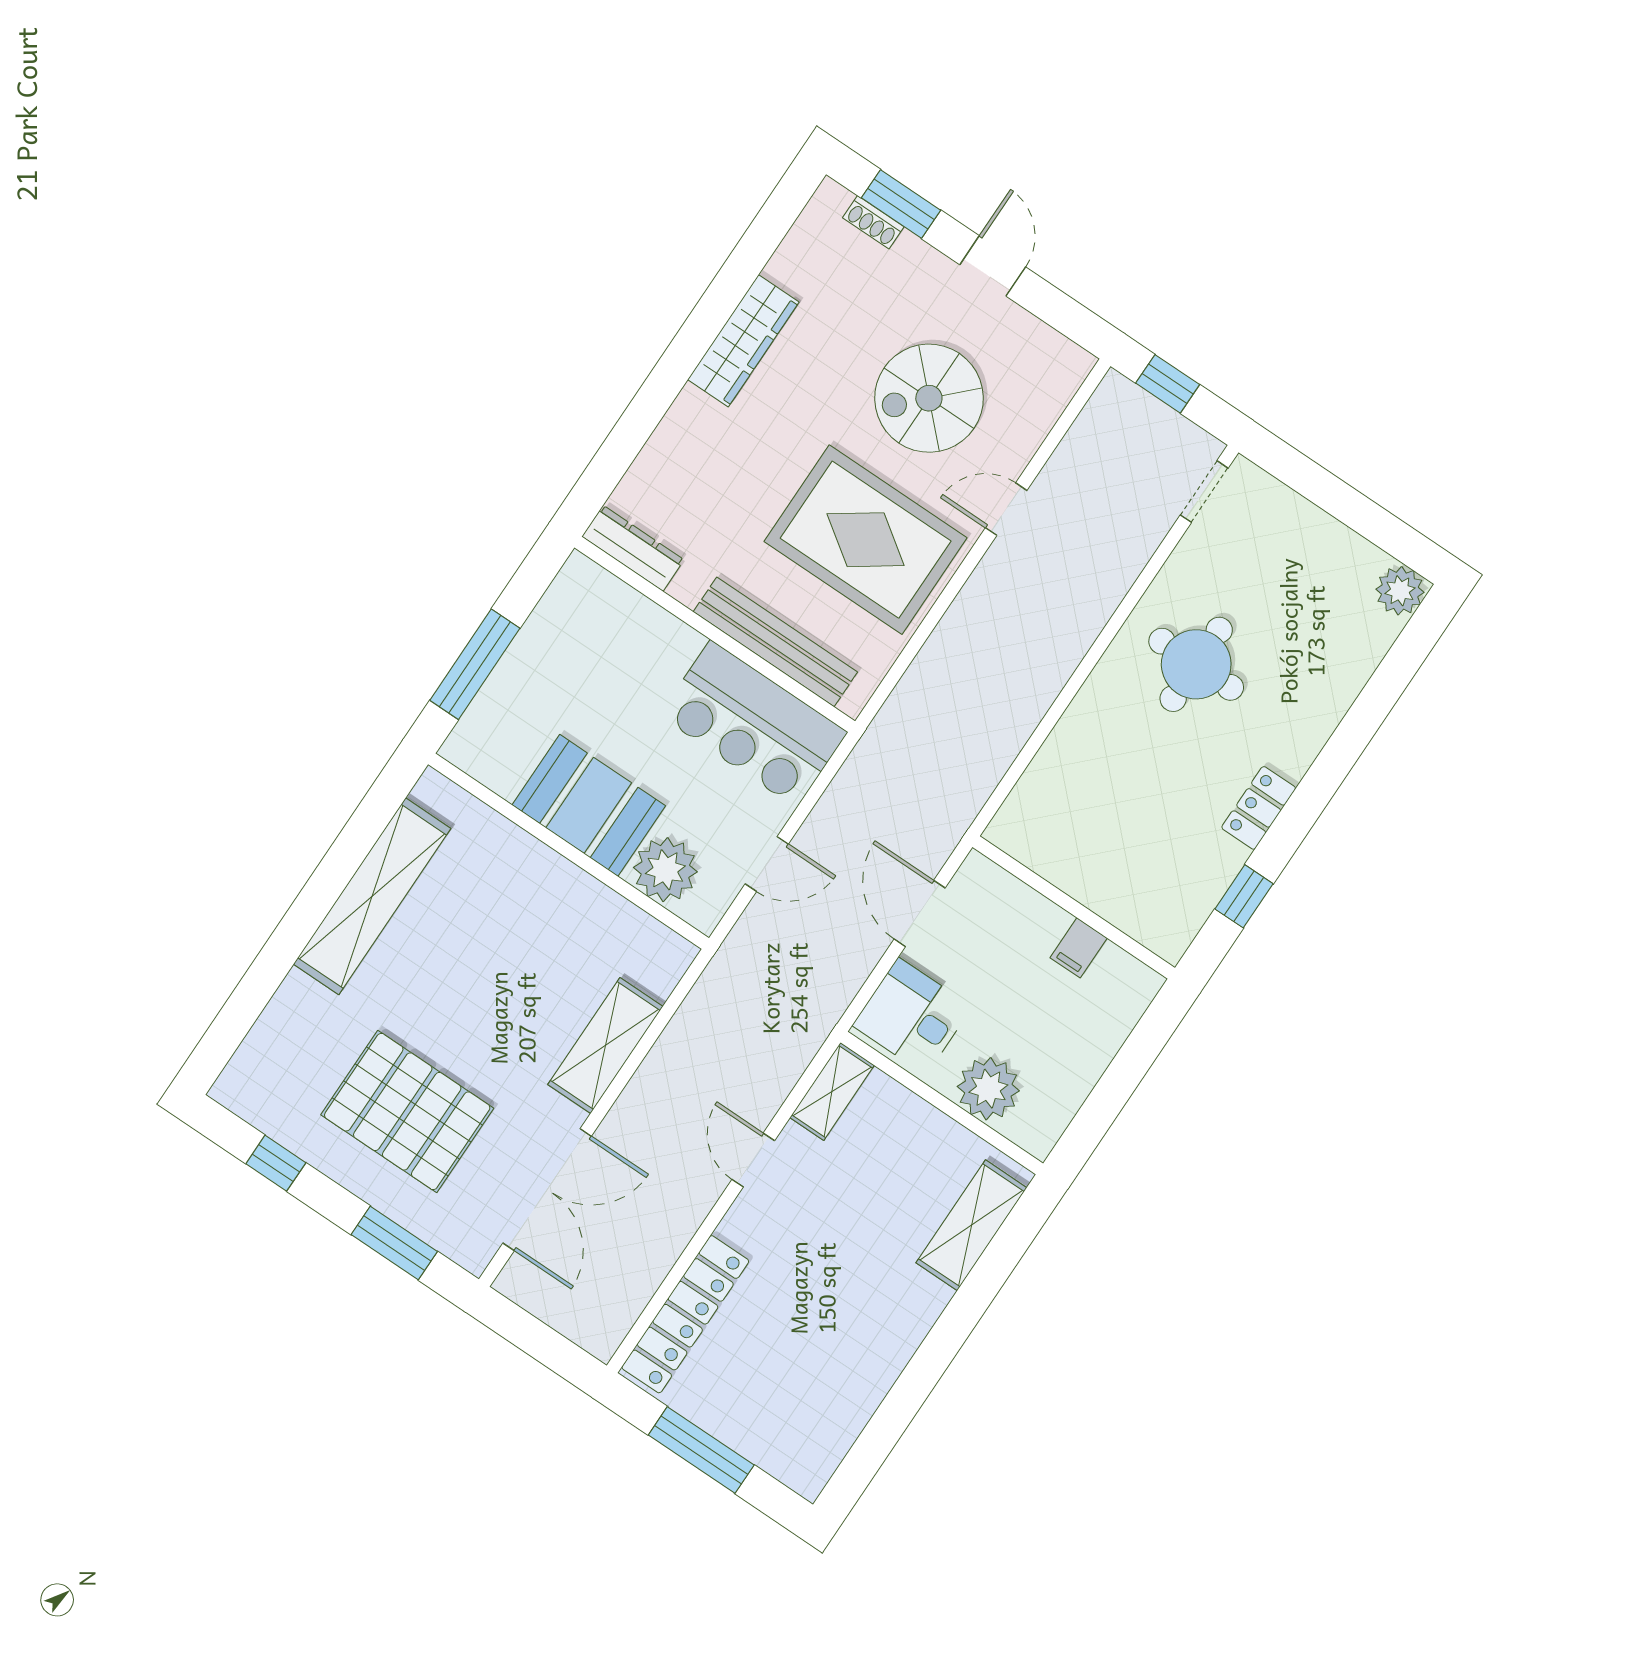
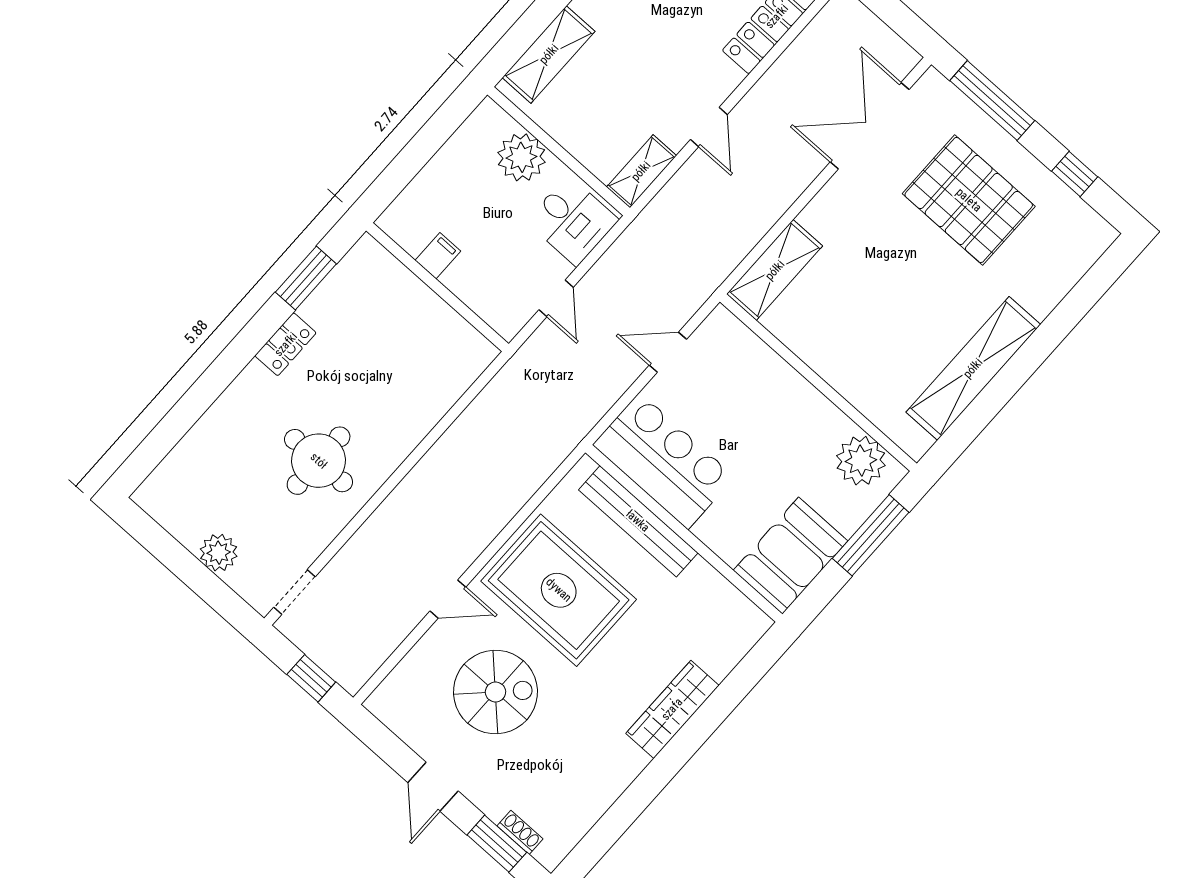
wardrobe: (743, 341) -> (672, 709), moved
dresser: (633, 548) -> (738, 608), removed
plant: (1400, 591) -> (219, 553), moved
booth: (589, 805) -> (790, 556), moved, turned 90
plant: (665, 870) -> (861, 461), moved
window: (1244, 896) -> (306, 278), width x1.50
door: (920, 914) -> (556, 298), width x0.73
shelving: (605, 1046) -> (775, 270), moved
window: (394, 1243) -> (992, 101), width x1.44

